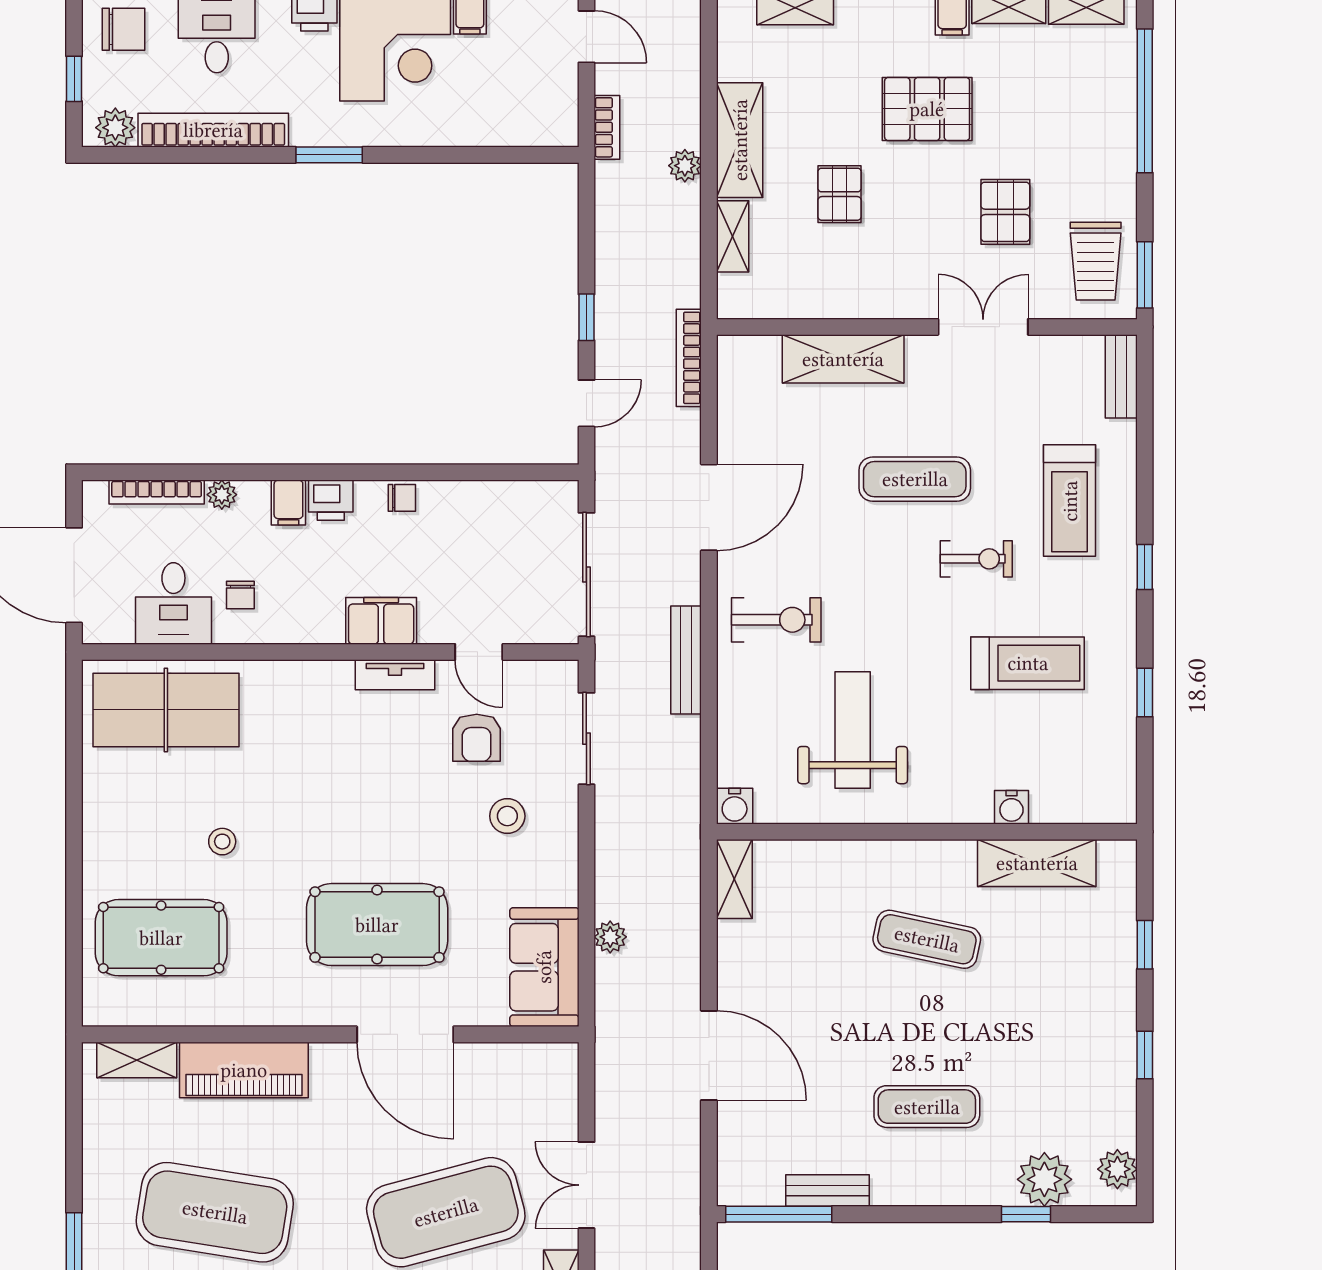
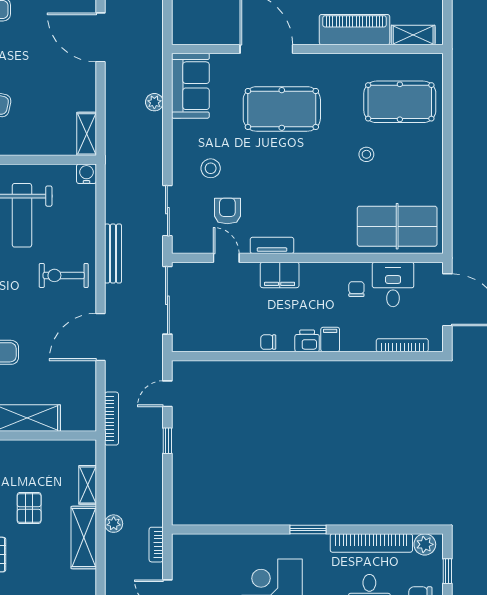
plant: (222, 495) -> (367, 344), removed

